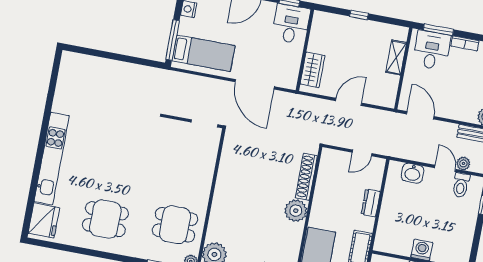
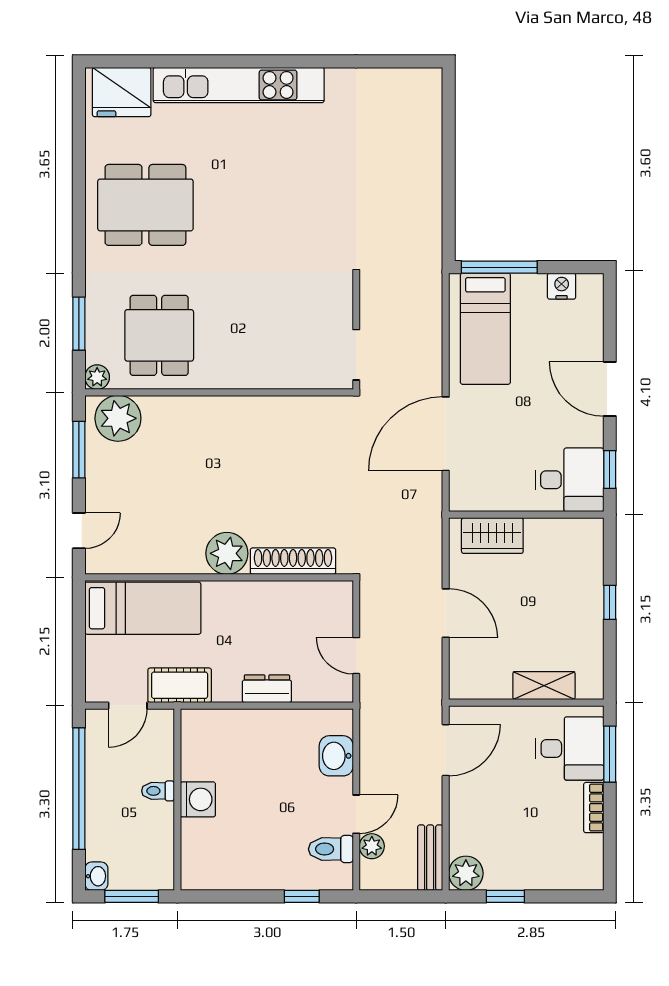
dining table: (105, 219) -> (145, 205), width x1.37

